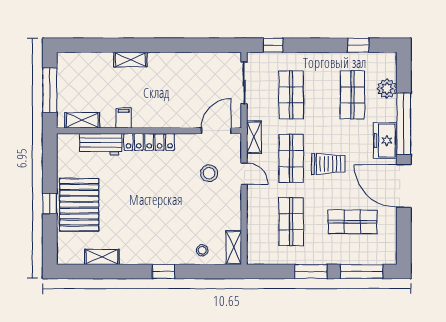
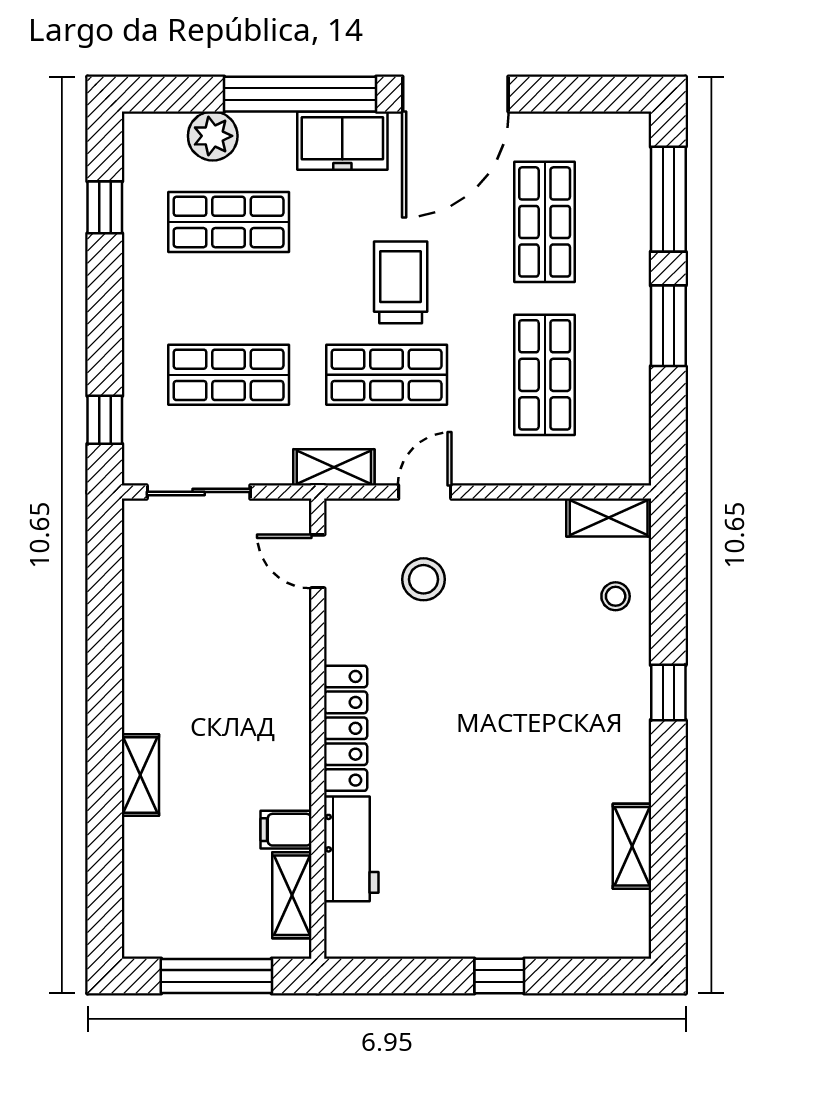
filing cabinet: (124, 118) -> (286, 830), moved
door: (216, 131) -> (318, 561), width x0.73
pallet: (79, 205) -> (502, 903), removed
shop shelf: (291, 222) -> (545, 375), turned 90

